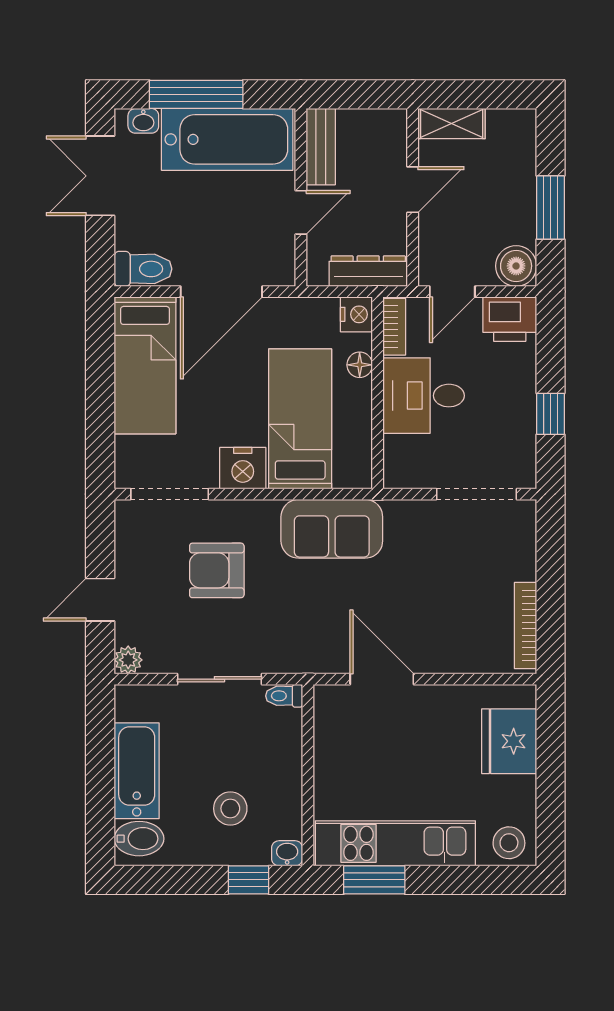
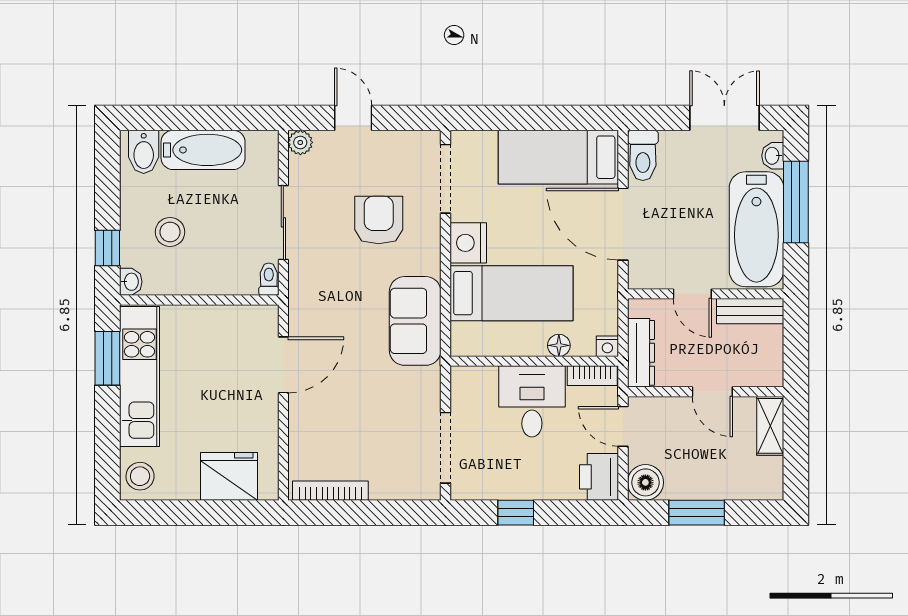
nightstand: (356, 314) -> (607, 346), width x0.72, depth x0.74

